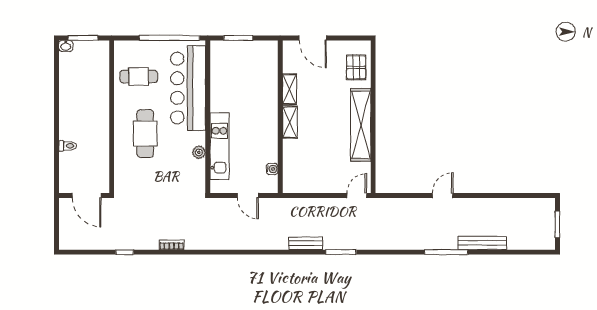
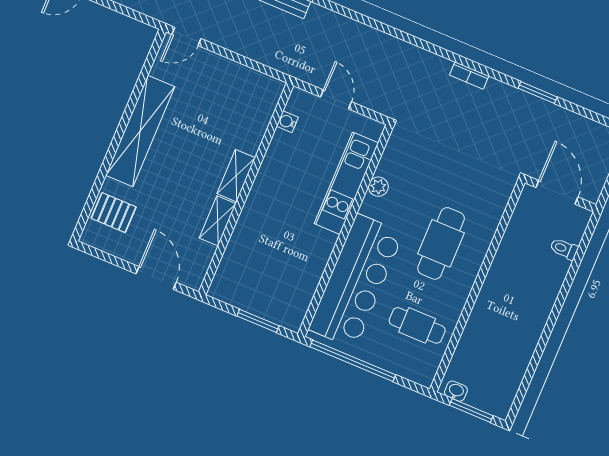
washbasin: (66, 46) -> (456, 391), moved
pallet: (356, 67) -> (114, 213), turned 90
toilet: (68, 146) -> (564, 249), moved
window: (125, 252) -> (538, 93), width x1.50

